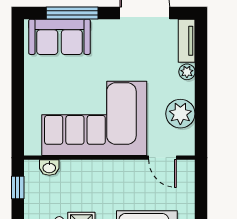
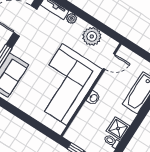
washbasin: (49, 168) -> (93, 98), moved

